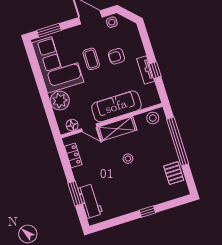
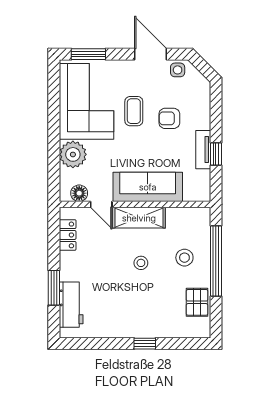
stool: (153, 118) -> (184, 258), moved

